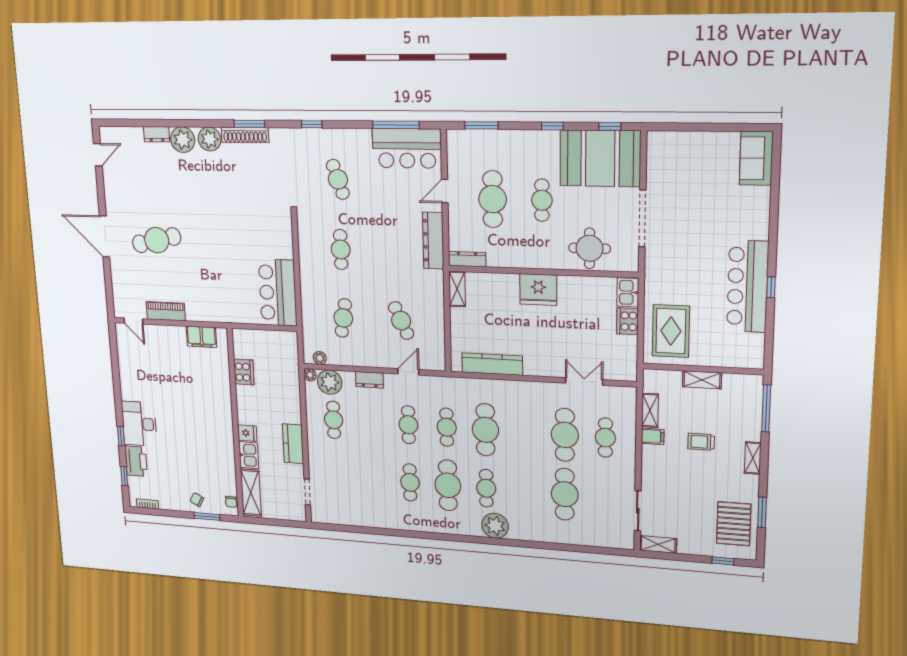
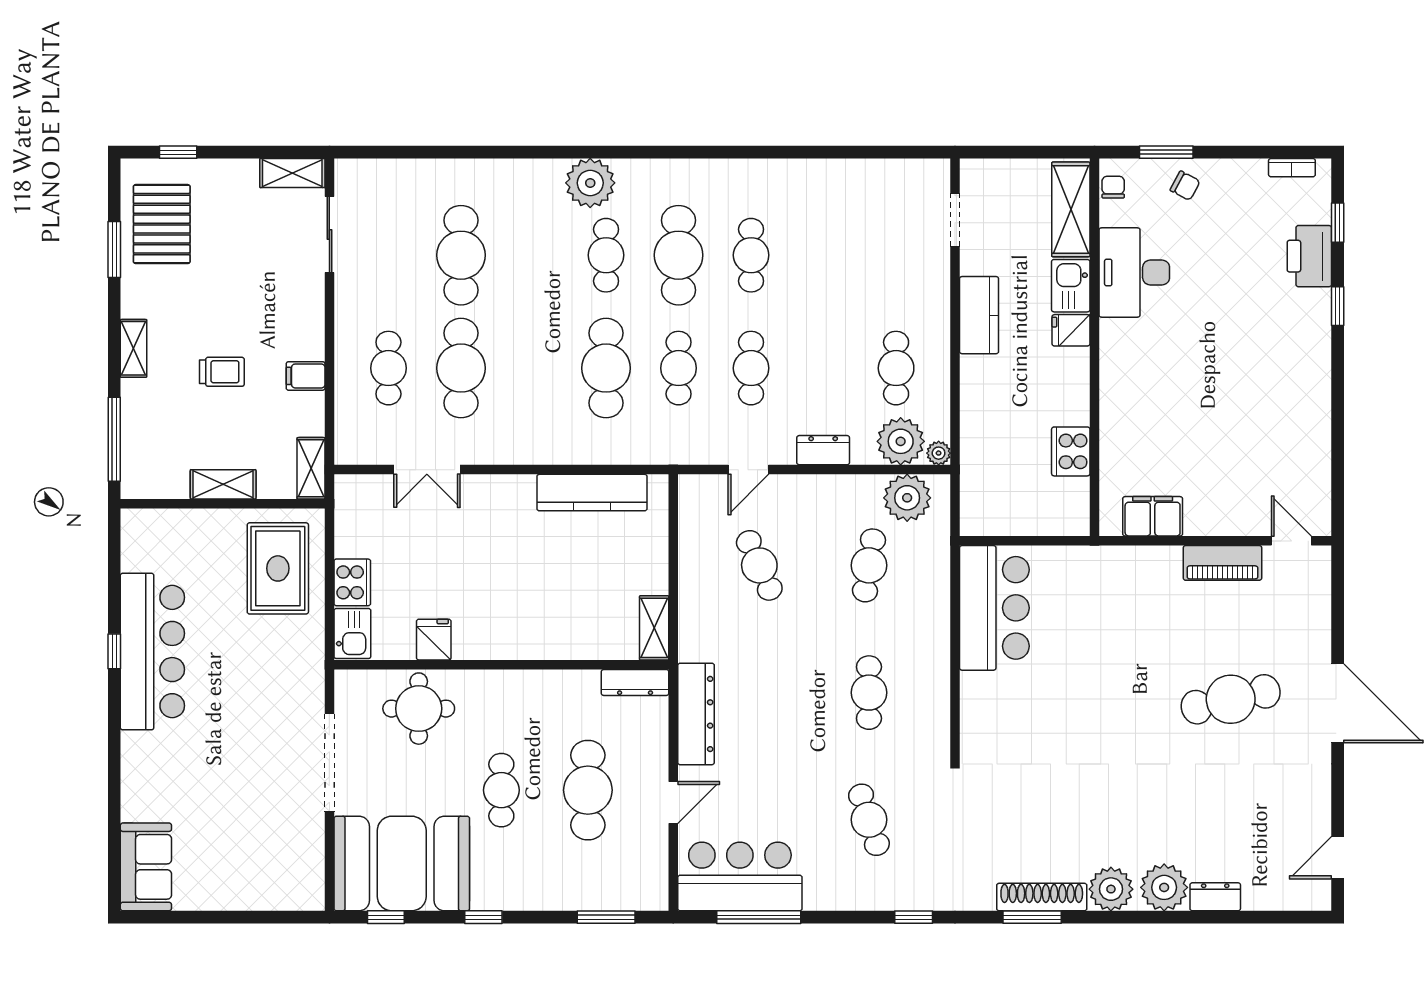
fridge: (538, 289) -> (434, 640), moved, width x0.53, depth x0.75
plant: (320, 358) -> (907, 498), width x1.88, depth x1.88
shelving: (650, 410) -> (311, 468), moved
desk: (139, 424) -> (1134, 273), moved, turned 180

